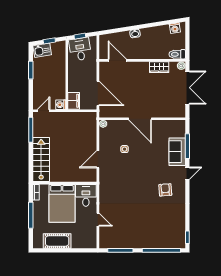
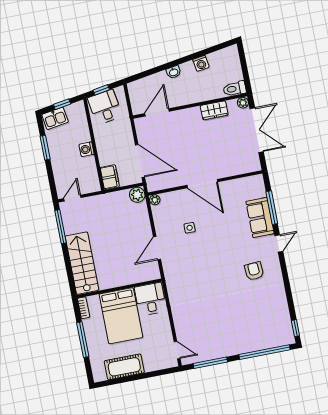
washing machine: (175, 28) -> (201, 63), moved
door: (117, 60) -> (157, 112), hinge flipped
washing machine: (61, 105) -> (87, 149), moved
plant: (91, 118) -> (137, 195), added
door: (98, 220) -> (177, 350), moved

